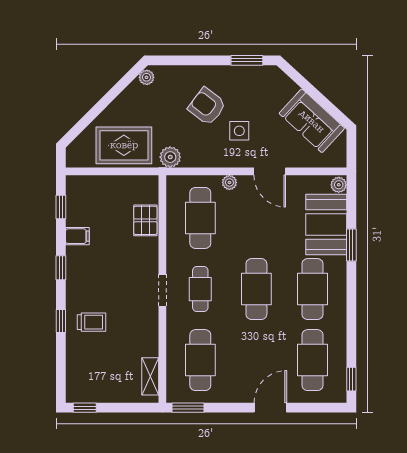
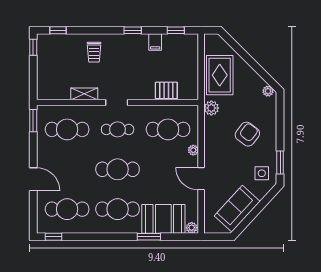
side table: (239, 131) -> (262, 173), moved
door: (270, 171) -> (201, 179), hinge flipped
window: (61, 321) -> (58, 30), moved
shelving: (150, 376) -> (84, 94), moved

